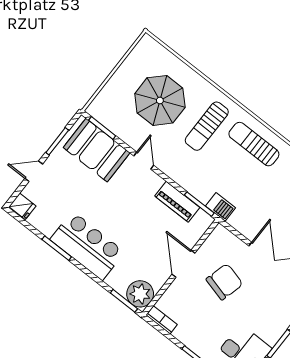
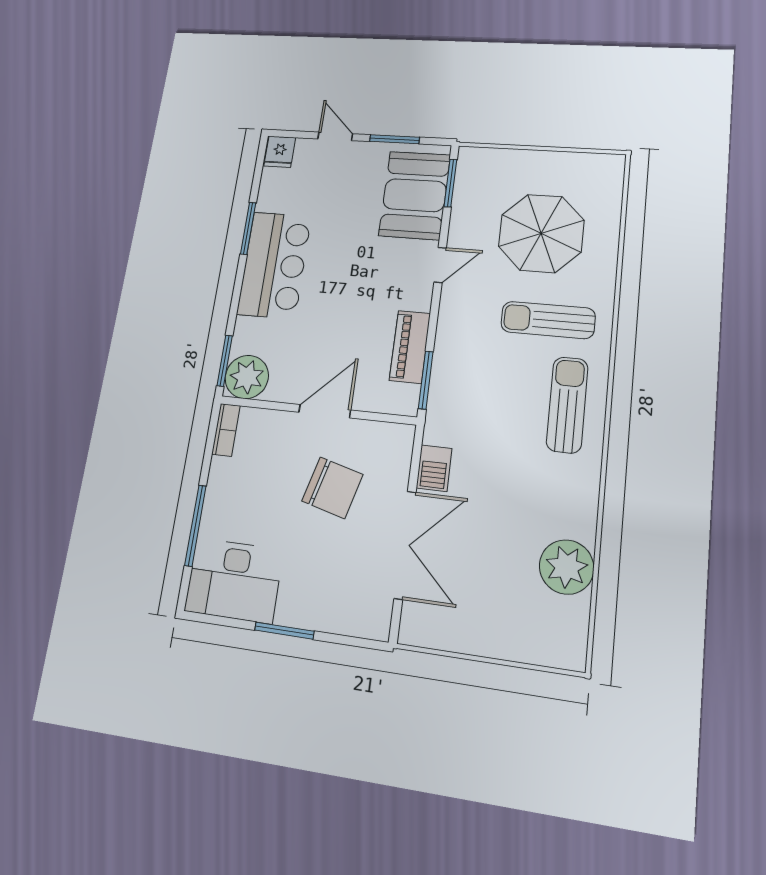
barbecue: (220, 207) -> (434, 468), moved

